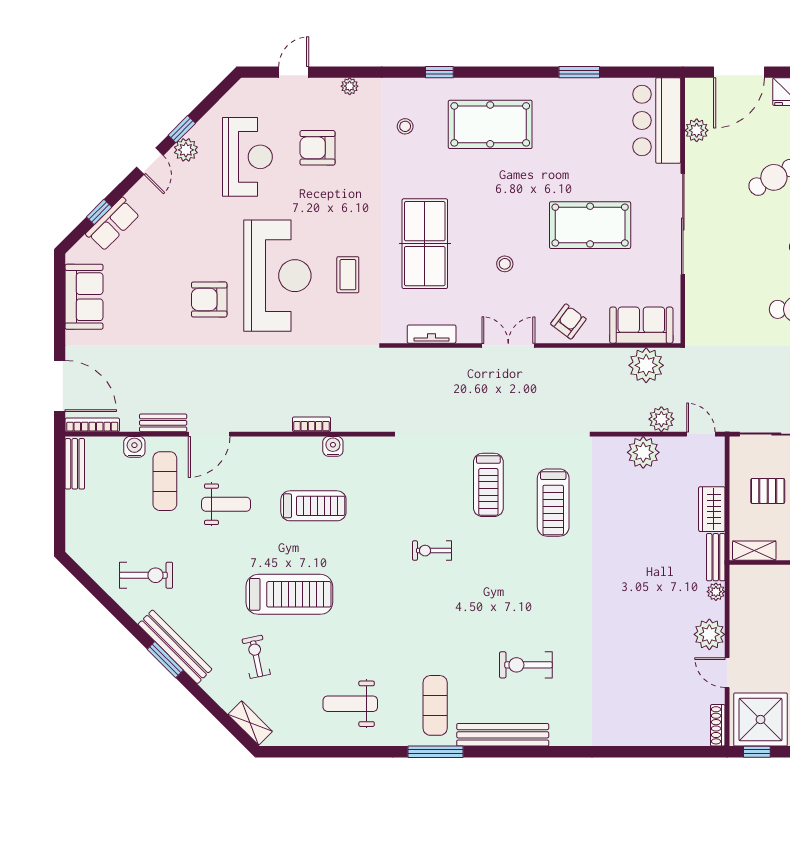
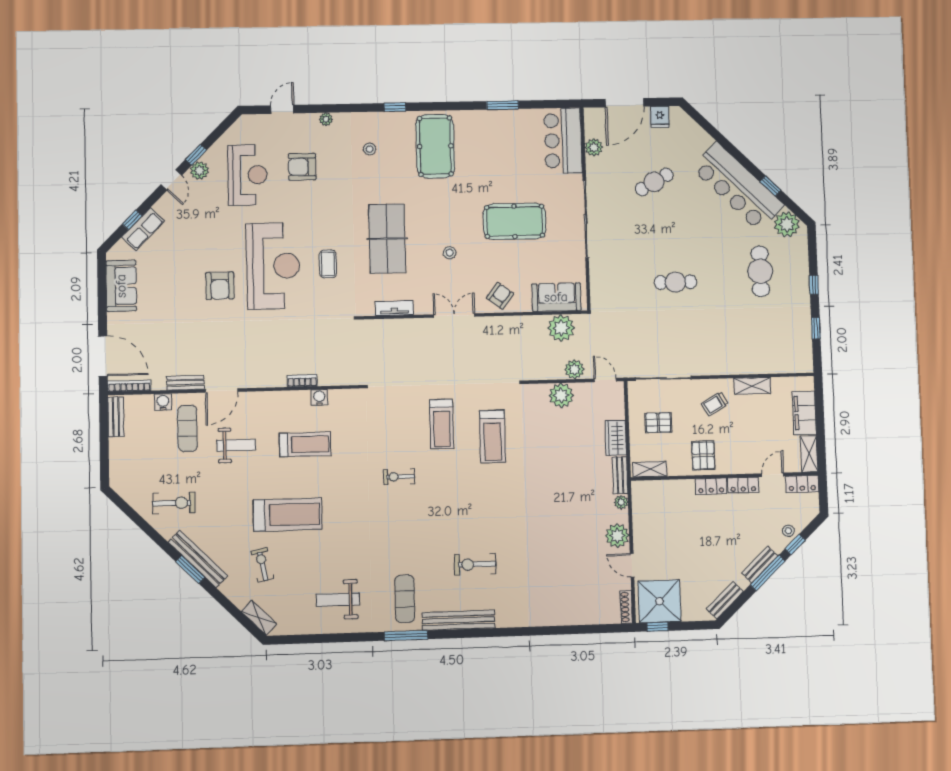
pool table: (490, 124) -> (435, 146), turned 90
armchair: (209, 300) -> (220, 286), turned -90

